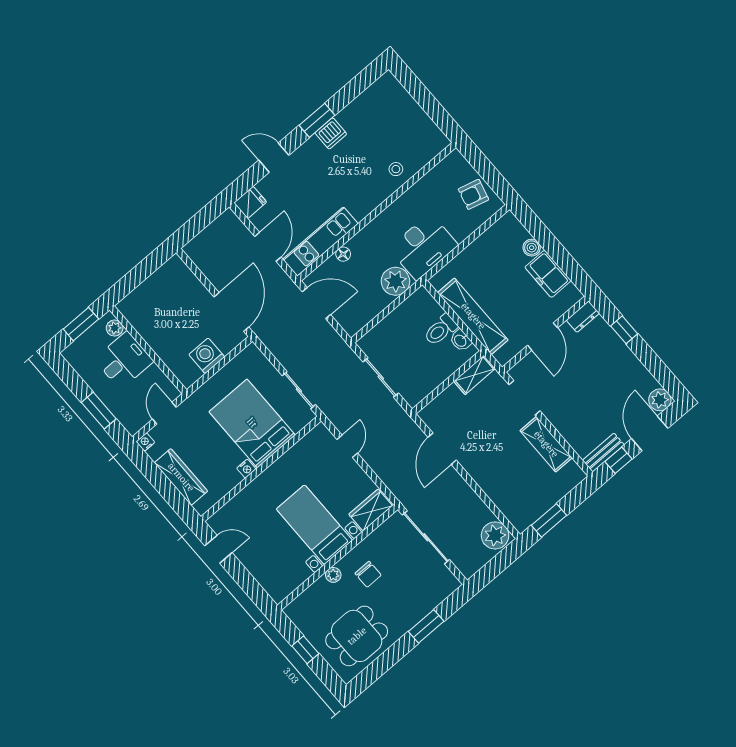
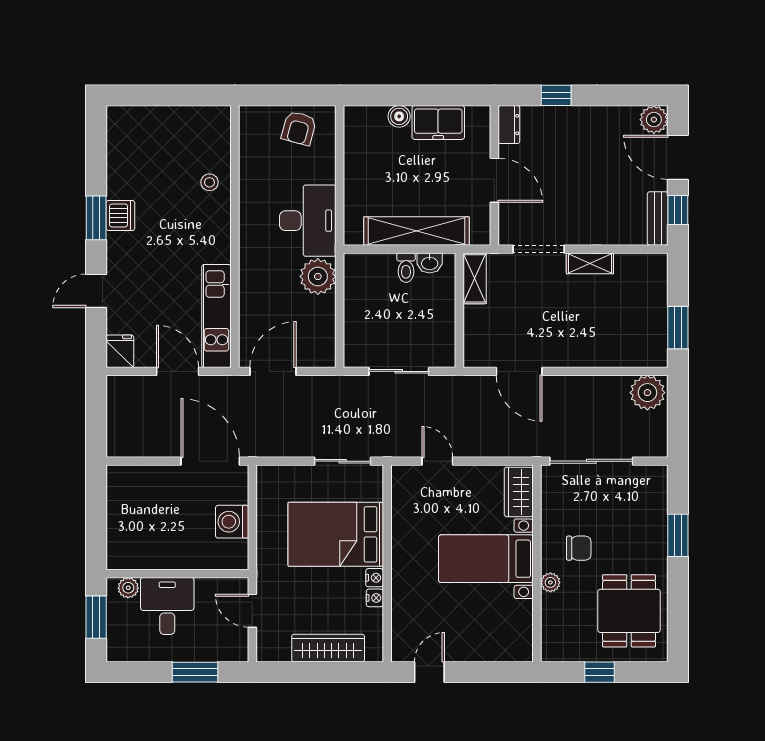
floor lamp: (343, 254) -> (248, 304), removed
toilet: (441, 330) -> (406, 268), width x0.73, depth x0.72
nightstand: (145, 442) -> (375, 598), moved, turned 180
shelving: (546, 444) -> (590, 263), width x0.67, depth x0.75

